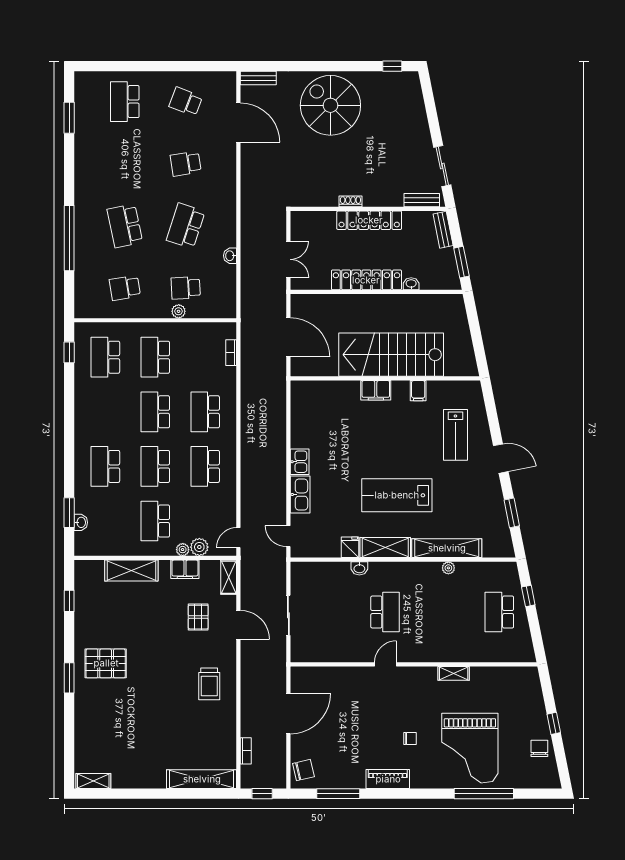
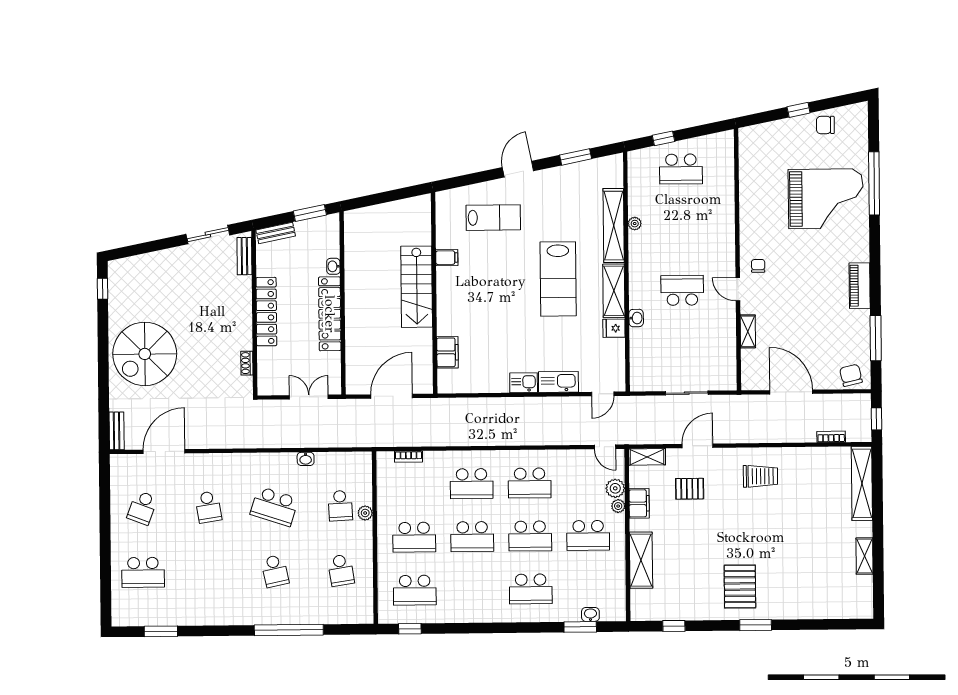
shoe rack: (350, 201) -> (247, 363), moved
school desk: (125, 226) -> (275, 571), width x0.54
stairs: (391, 355) -> (417, 287), width x0.73, depth x0.66
filing cabinet: (376, 390) -> (447, 352), moved
shelving: (454, 673) -> (748, 331), moved
chair: (410, 738) -> (758, 266), moved
shelving: (93, 781) -> (864, 556), moved

